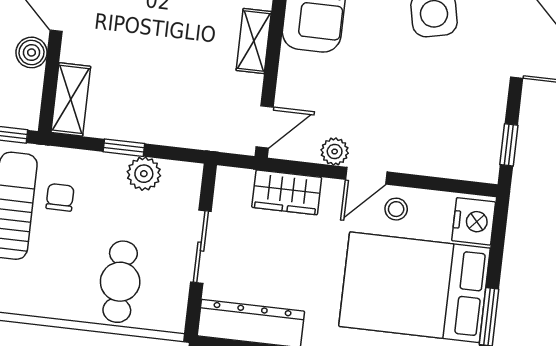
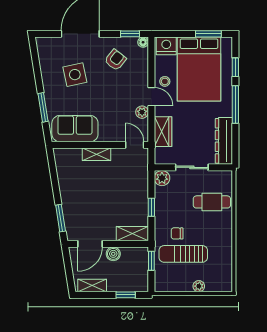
armchair: (456, 106) -> (115, 60), added
floor lamp: (488, 171) -> (143, 42), added
plant: (144, 174) -> (162, 178), moved

